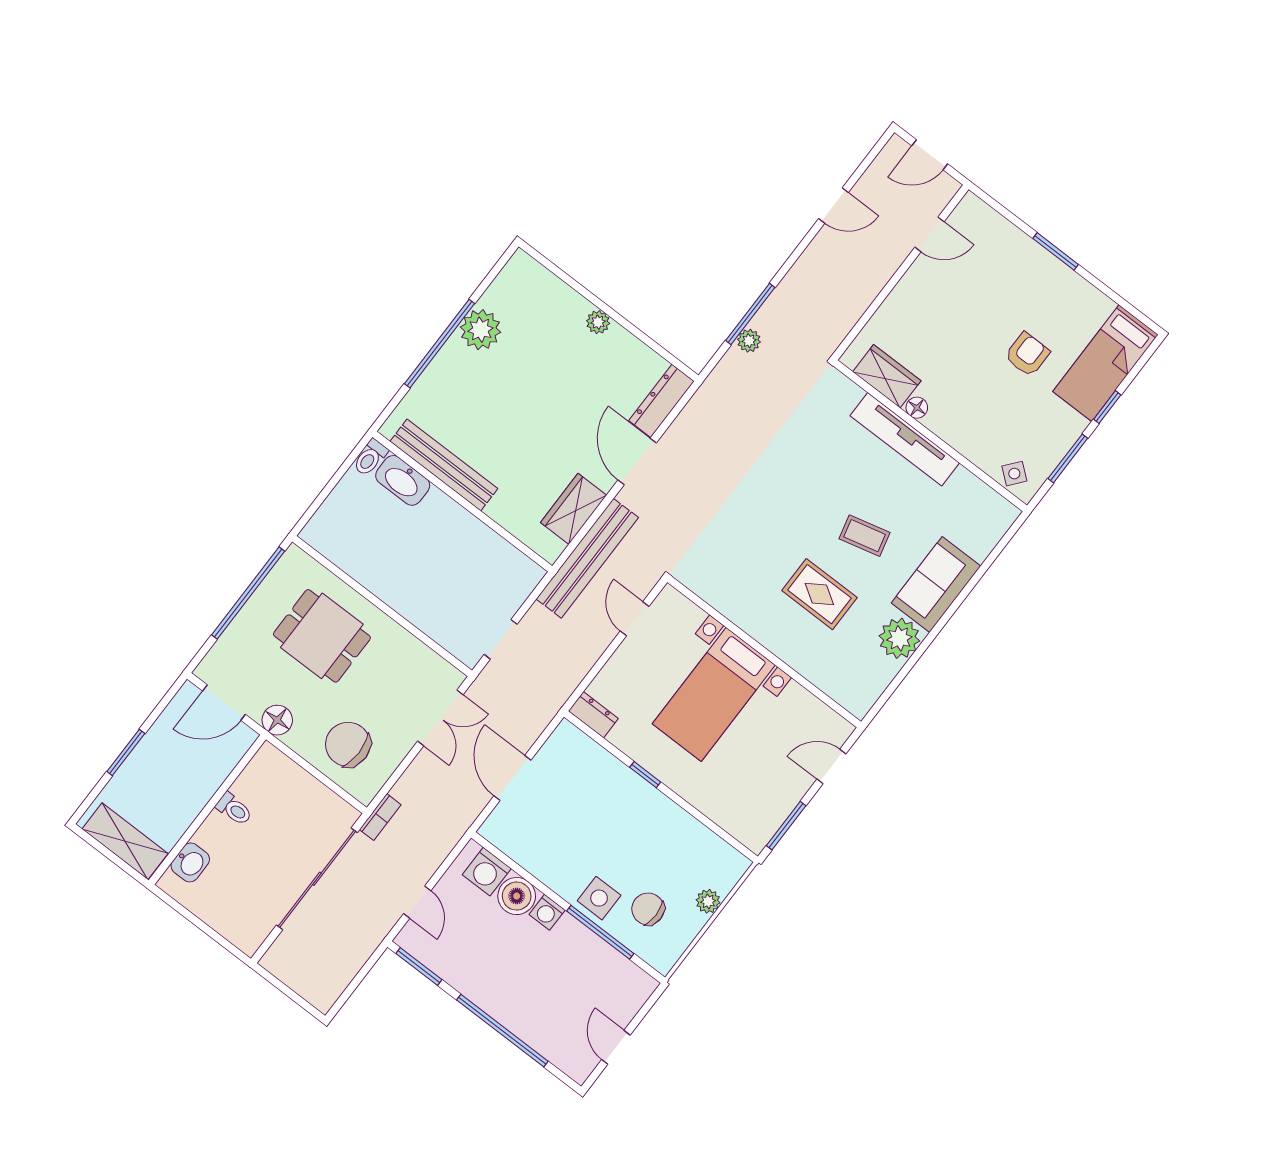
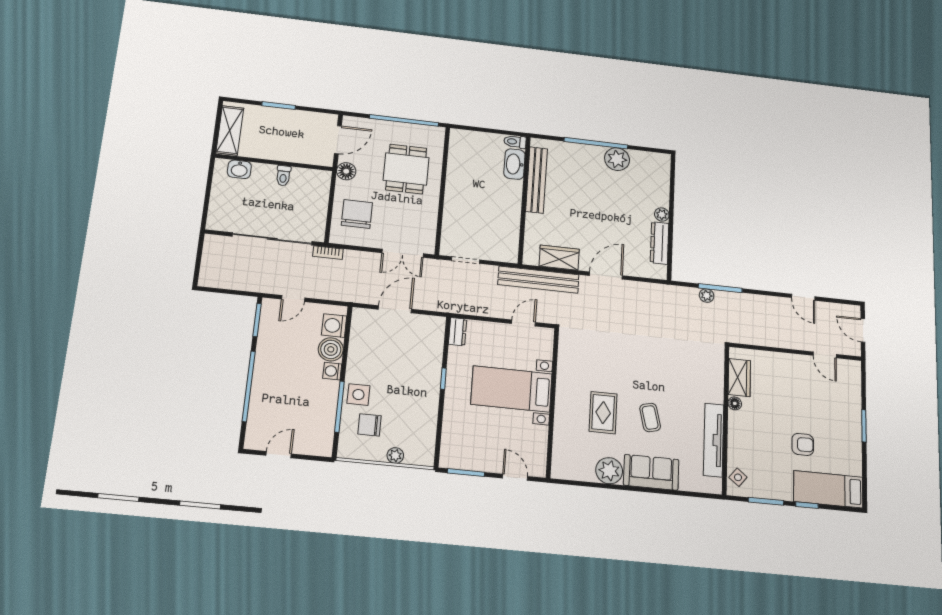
dresser: (662, 401) -> (660, 243), moved, turned -90
tv unit: (905, 439) -> (714, 440), moved
door: (224, 703) -> (338, 140), swing flipped
chair: (648, 909) -> (370, 425), turned -90

